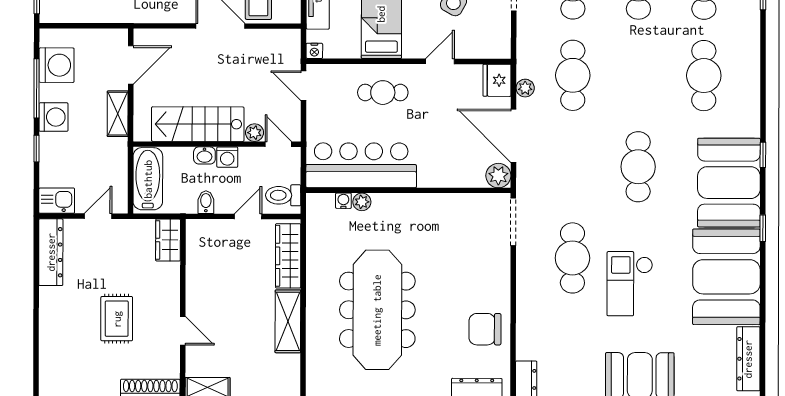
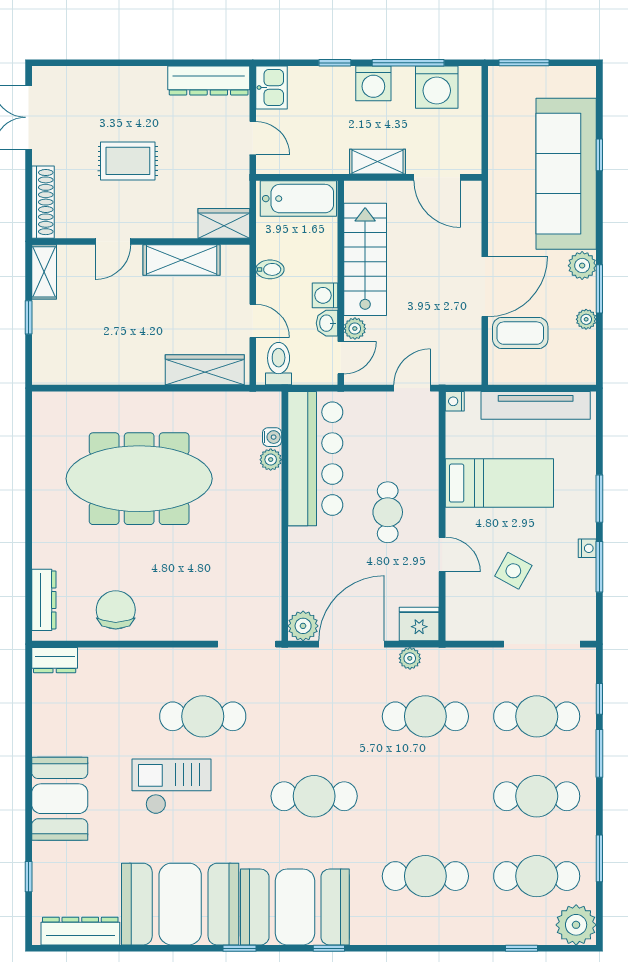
cafe table: (383, 93) -> (388, 512), moved
washbasin: (204, 155) -> (327, 323), moved
shelving: (288, 321) -> (182, 260), moved

